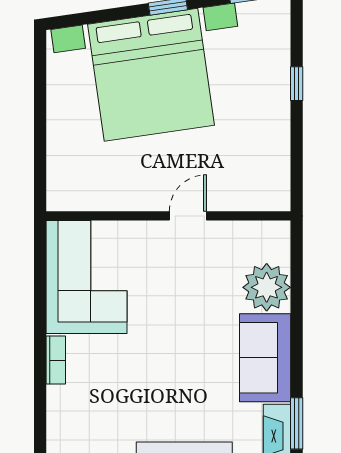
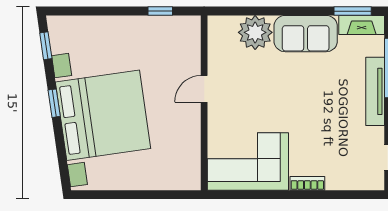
window: (297, 84) -> (160, 11), moved
door: (188, 216) -> (204, 89), hinge flipped

